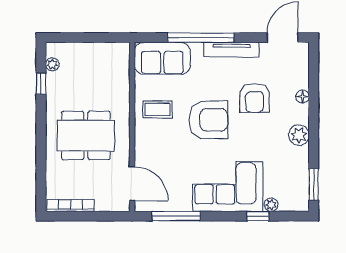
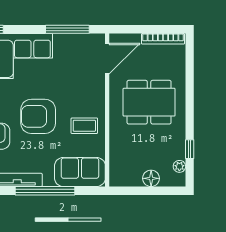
floor lamp: (84, 51) -> (151, 178), added
door: (132, 184) -> (107, 59), swing flipped

